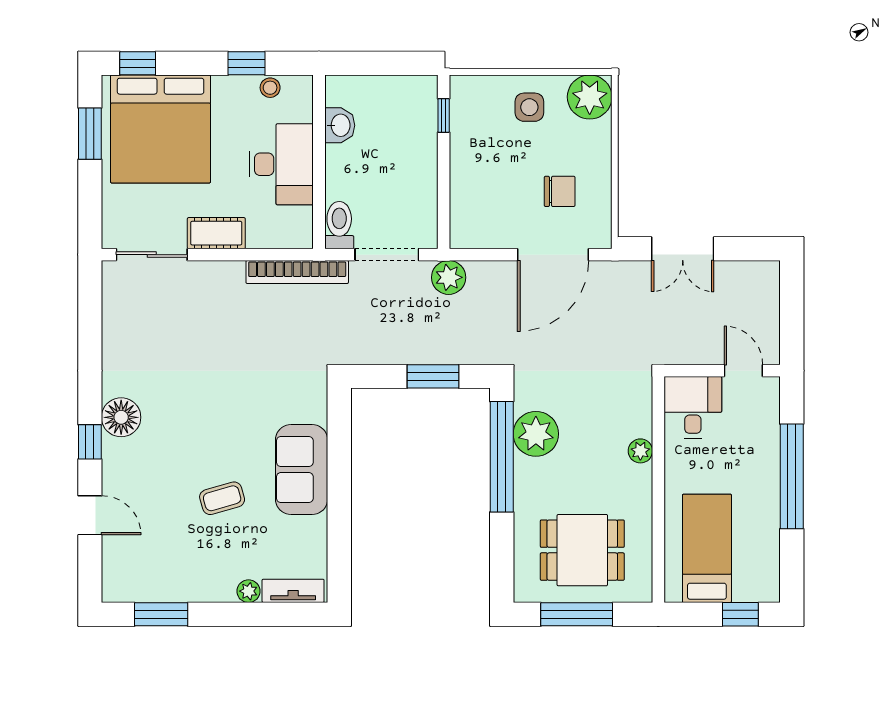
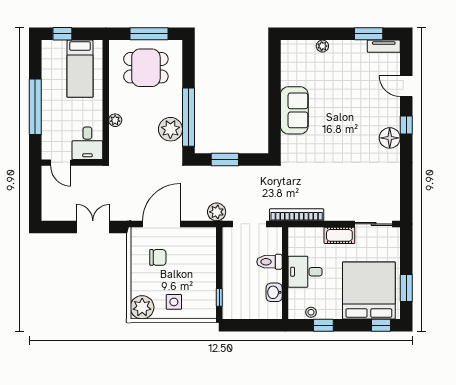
desk: (281, 164) -> (305, 272), width x0.73
chair: (560, 191) -> (158, 257), turned 180
toilet: (339, 225) -> (270, 262), moved, turned 90
coffee table: (222, 498) -> (336, 95), removed
tv unit: (293, 591) -> (384, 46), moved

